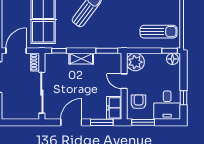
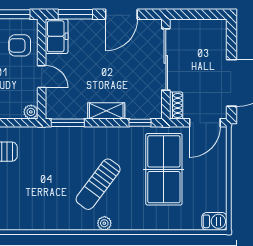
plant: (135, 62) -> (31, 112), width x0.53, depth x0.53
armchair: (139, 102) -> (20, 45), turned 90

